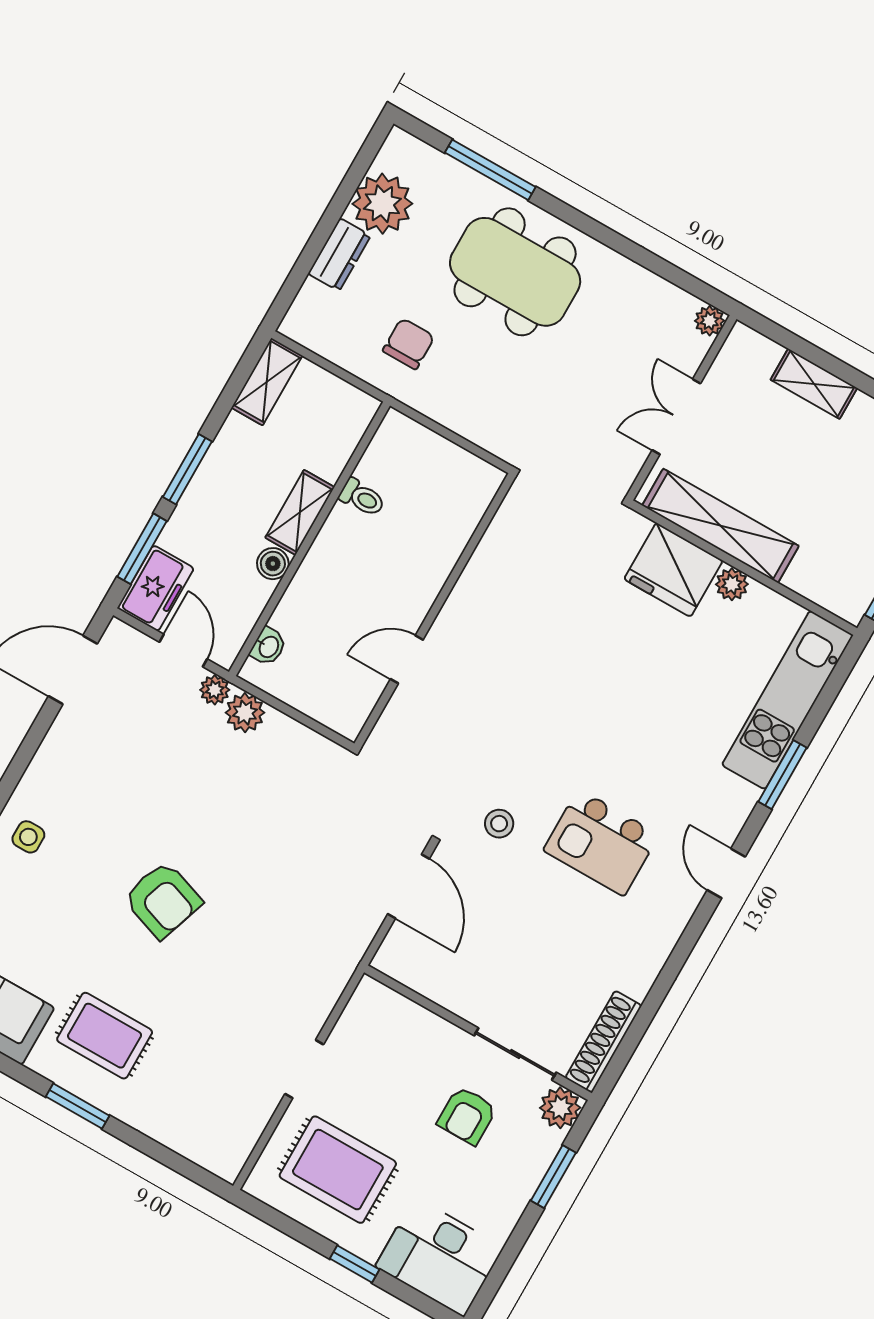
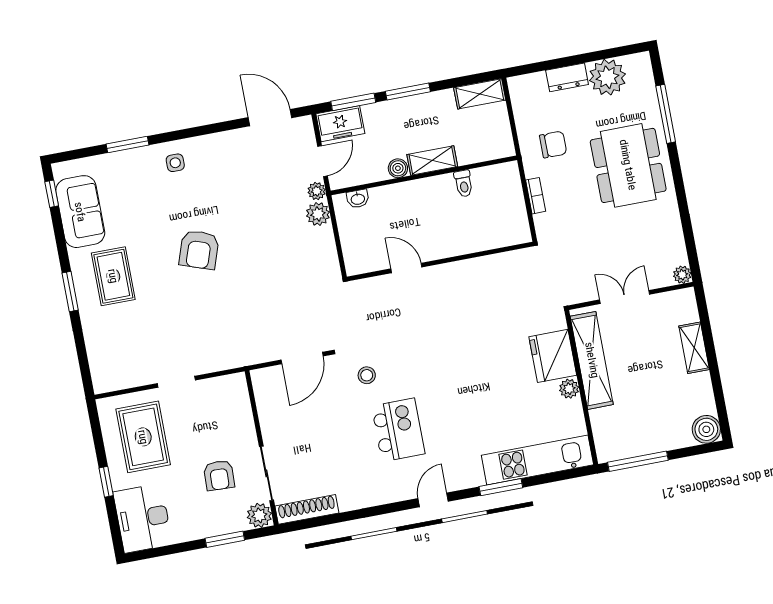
bookcase: (454, 420) -> (536, 196), added
kitchen island: (601, 842) -> (398, 430), turned 180
armchair: (467, 1116) -> (219, 475), turned -88

